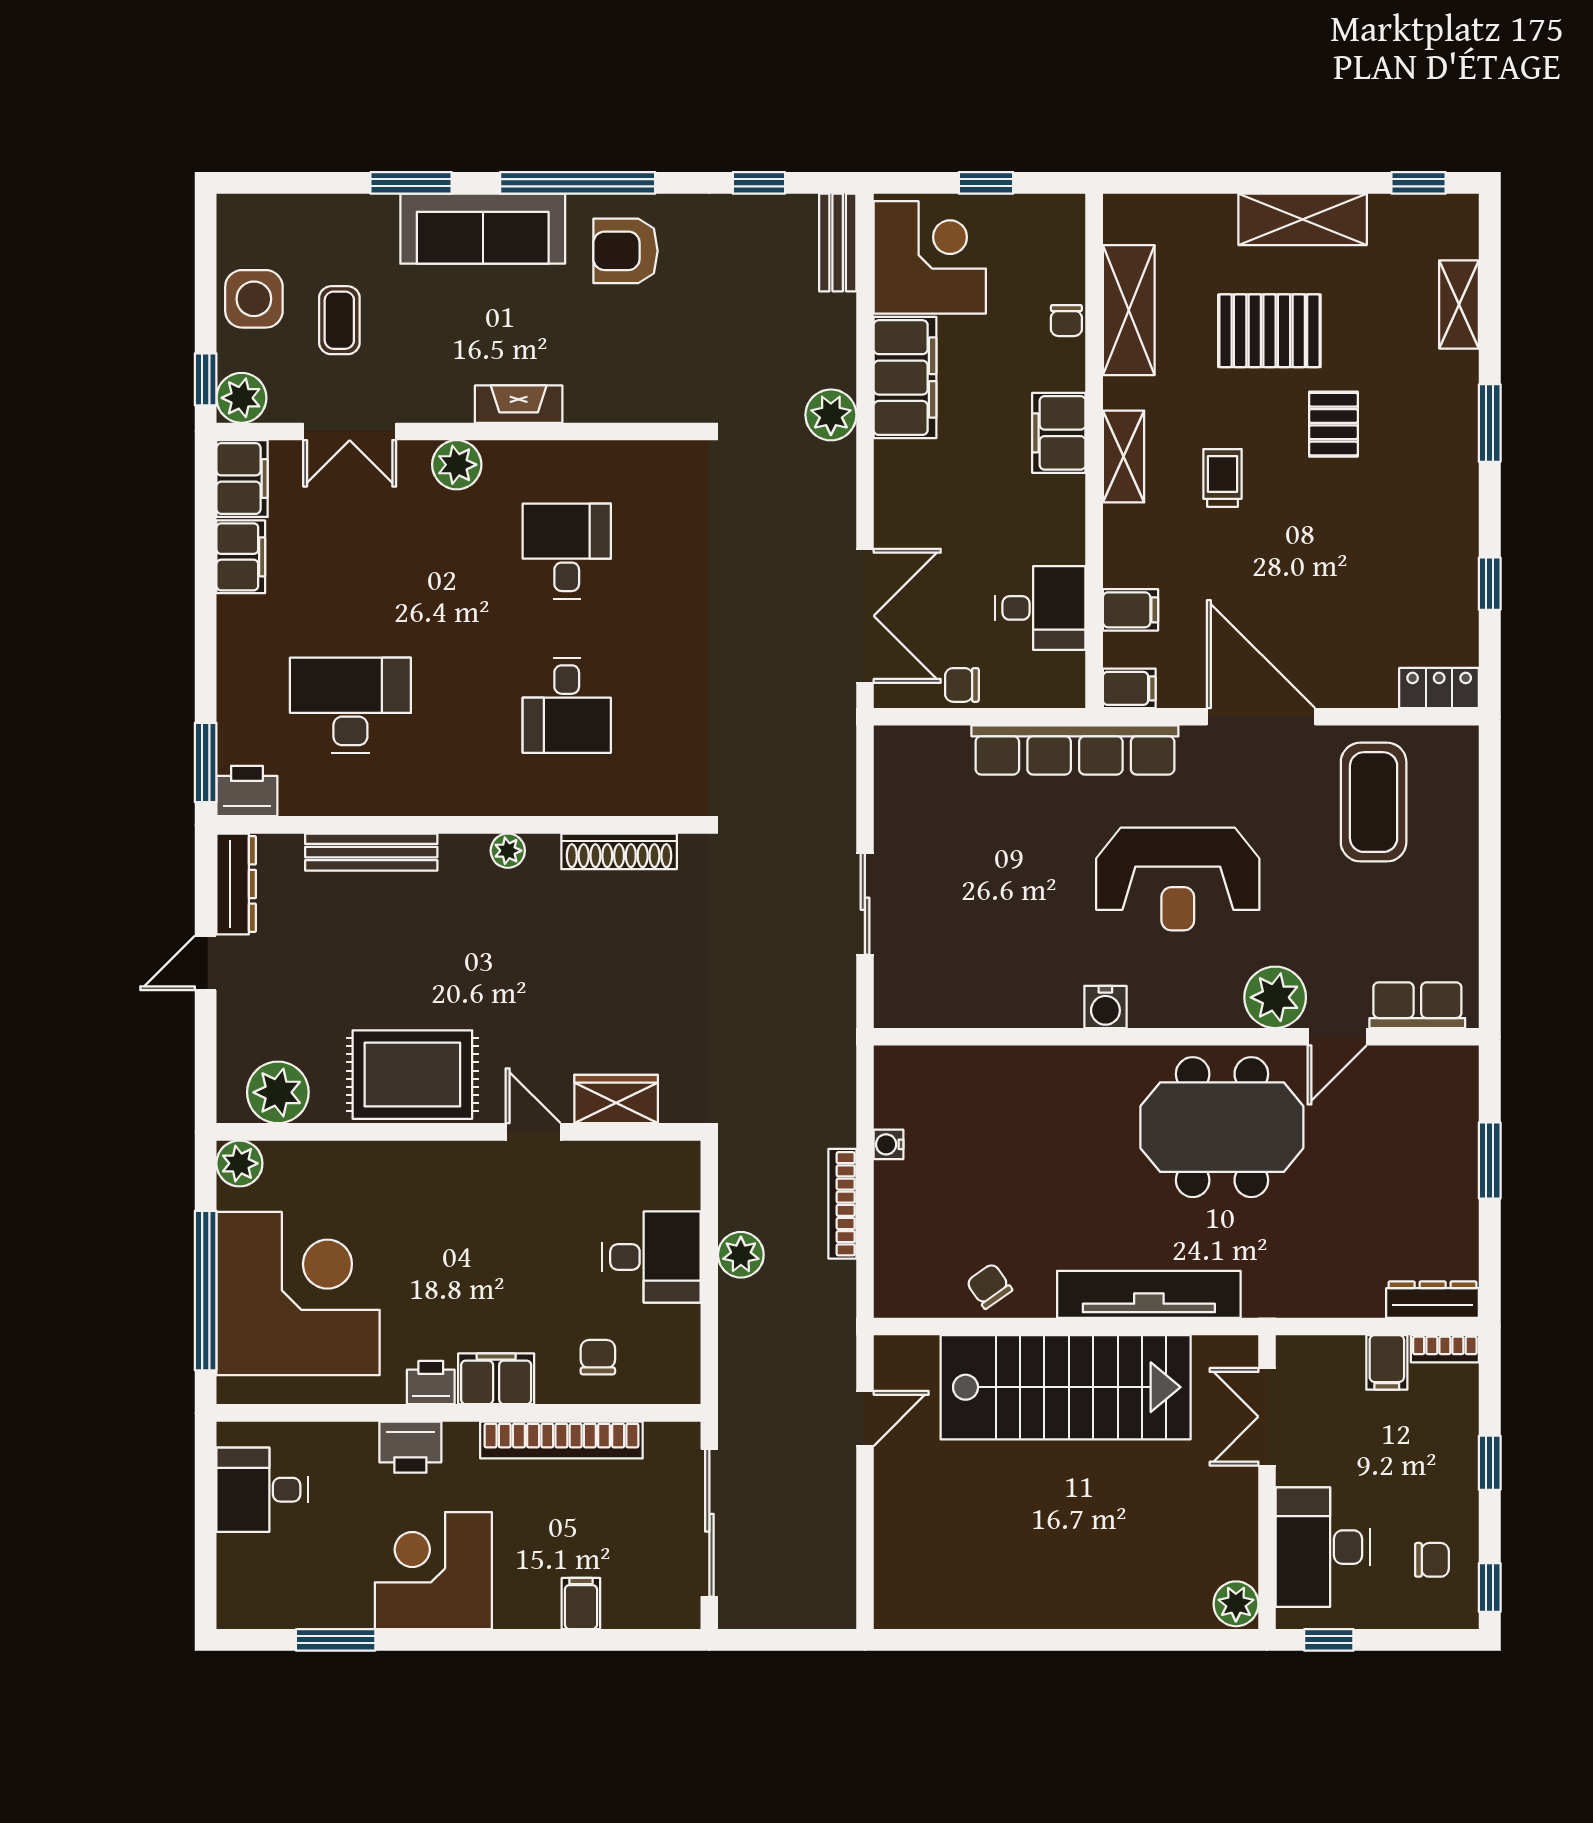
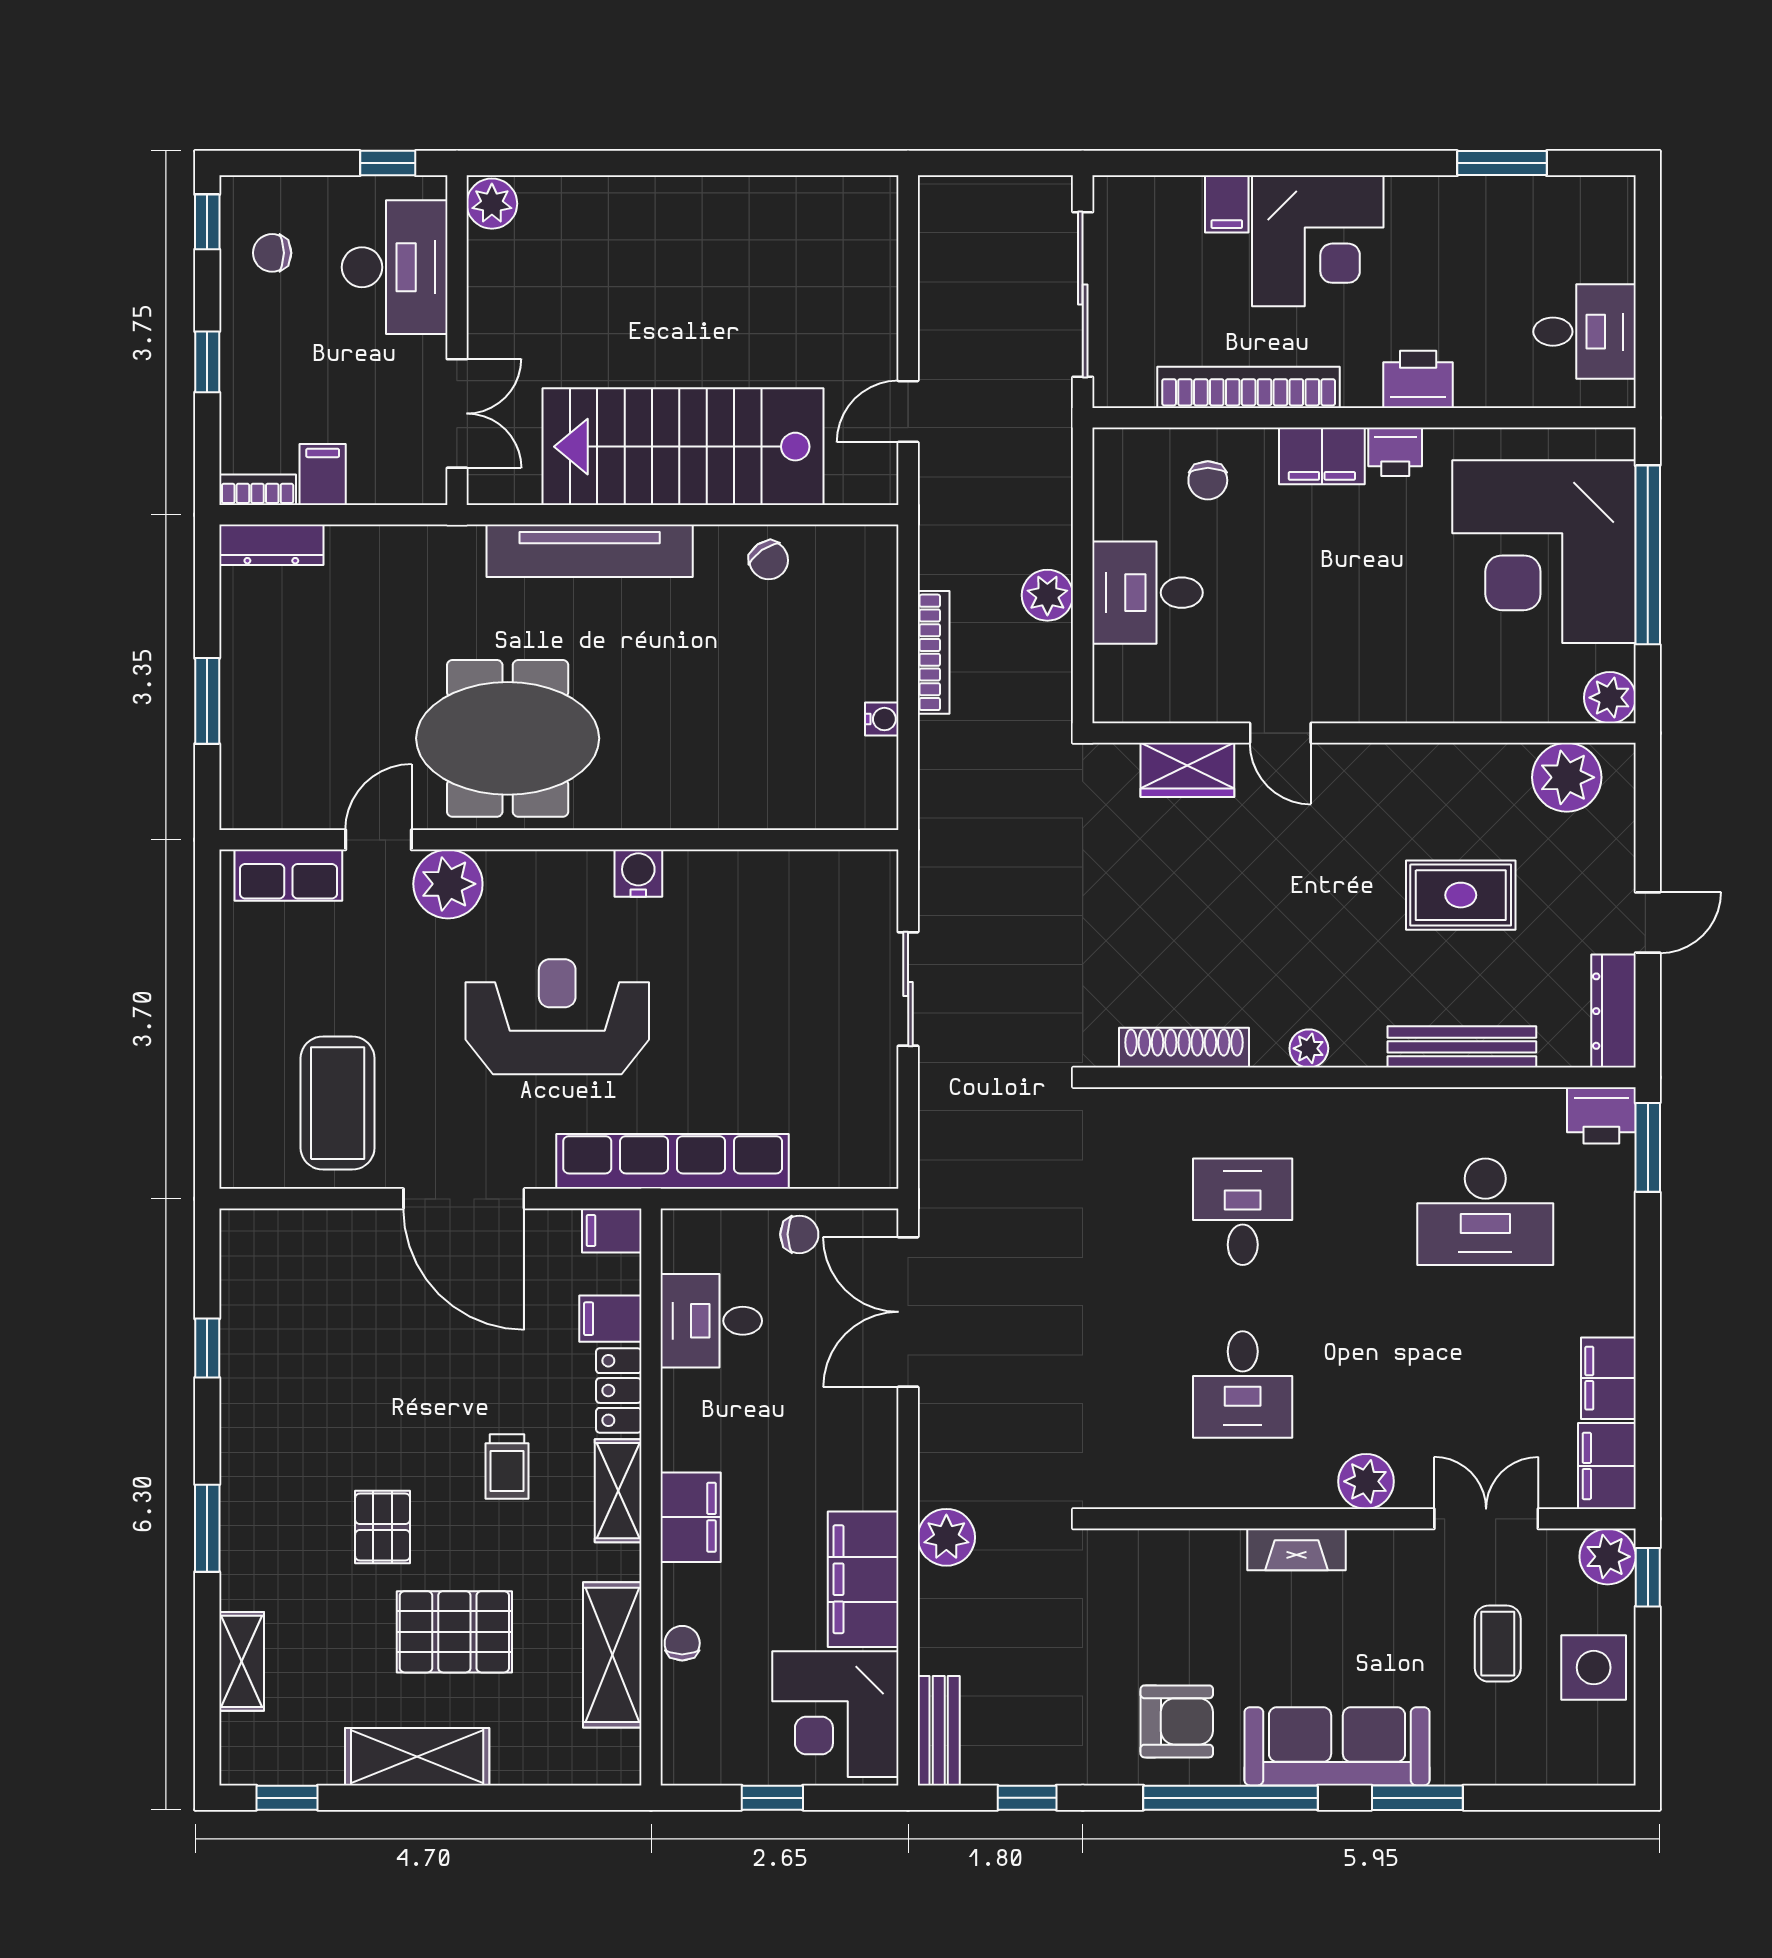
locker: (1439, 688) -> (619, 1391), moved, turned 90
rug: (412, 1075) -> (1461, 895), moved, width x0.73, depth x0.70
corner desk: (433, 1571) -> (1318, 241), moved

